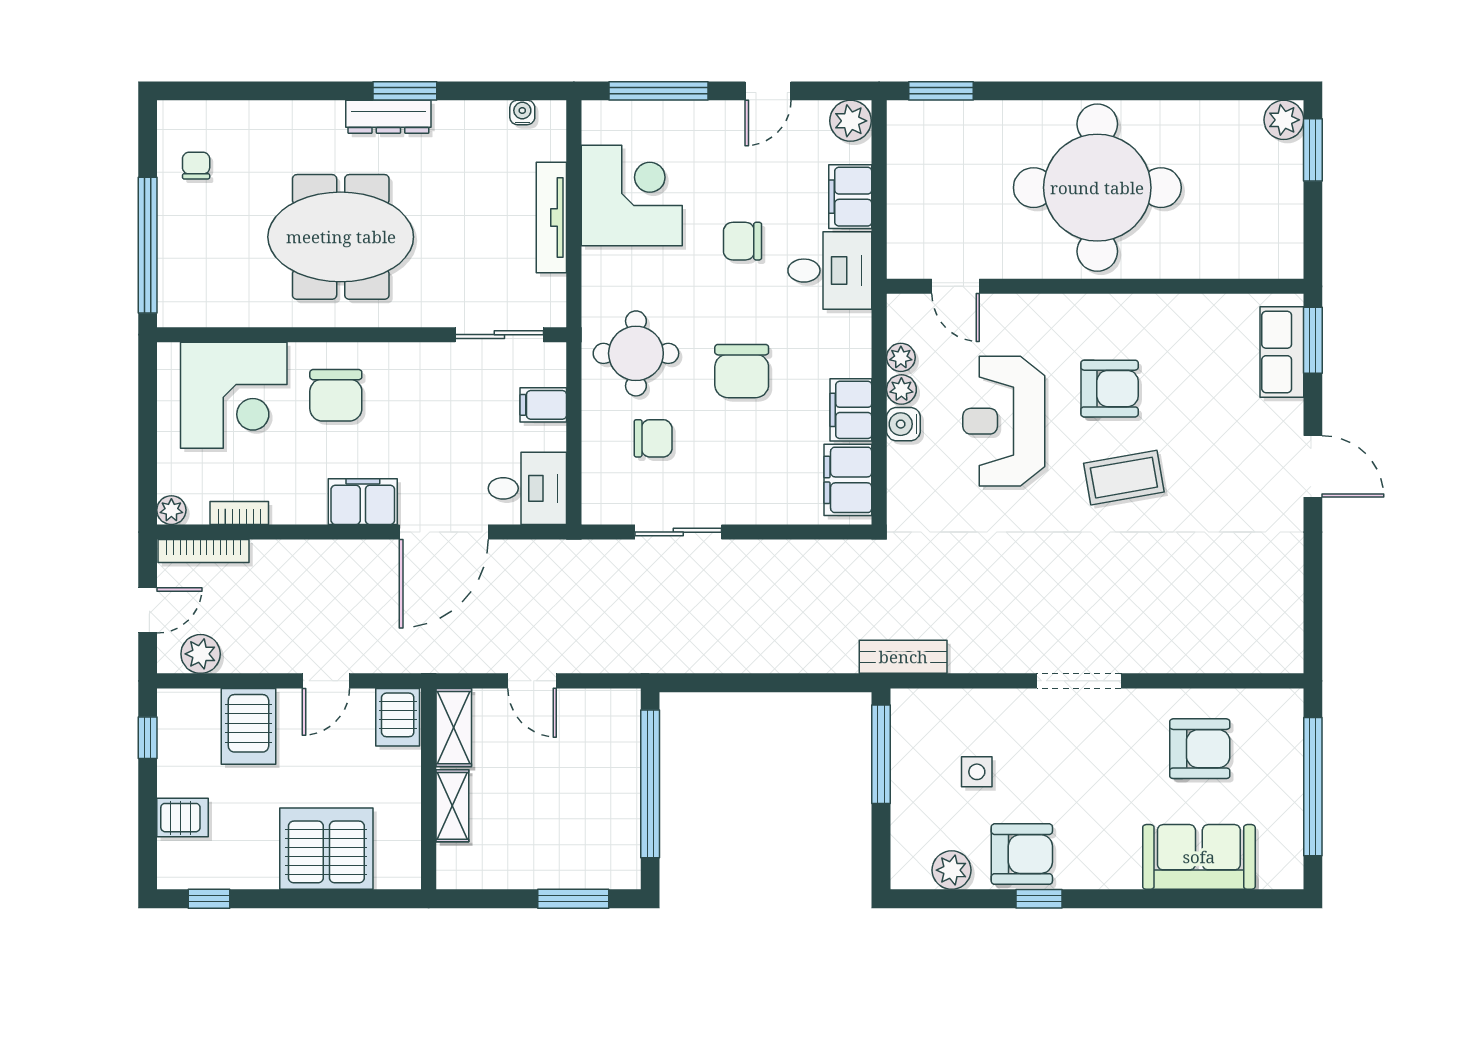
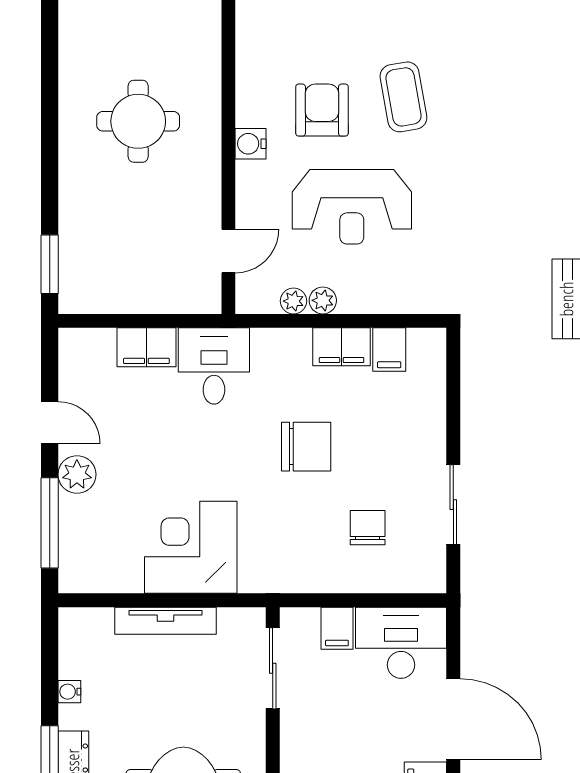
water cooler: (522, 112) -> (69, 692), moved
plant: (850, 121) -> (77, 474), moved
round table: (1097, 188) -> (138, 121), width x0.54, depth x0.54
corner desk: (632, 195) -> (191, 547), moved
chair: (742, 241) -> (187, 446), removed
round table: (636, 353) -> (290, 543), removed
water cooler: (903, 424) -> (251, 144), moved, turned 90
filing cabinet: (848, 480) -> (389, 349), width x0.50
desk: (527, 488) -> (401, 643), width x1.37

